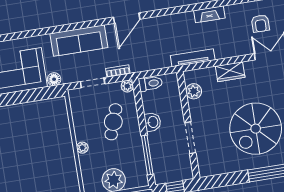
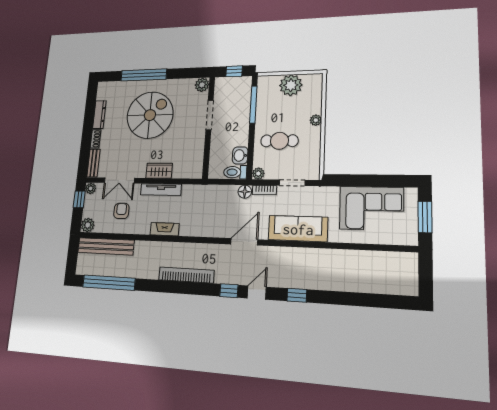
tv unit: (193, 58) -> (161, 189), moved
floor lamp: (54, 79) -> (245, 192), moved
plant: (194, 91) -> (202, 85), moved
cafe table: (113, 122) -> (279, 141), turned 71
washbasin: (153, 122) -> (240, 155), moved

